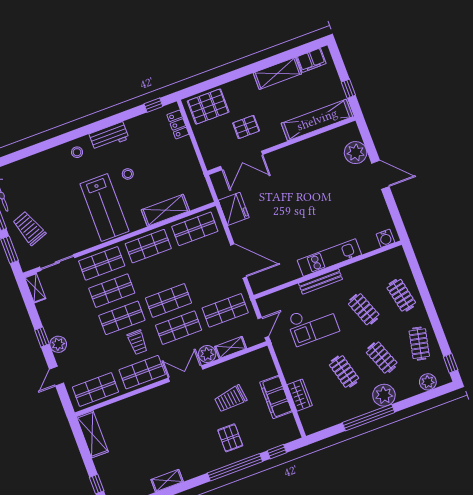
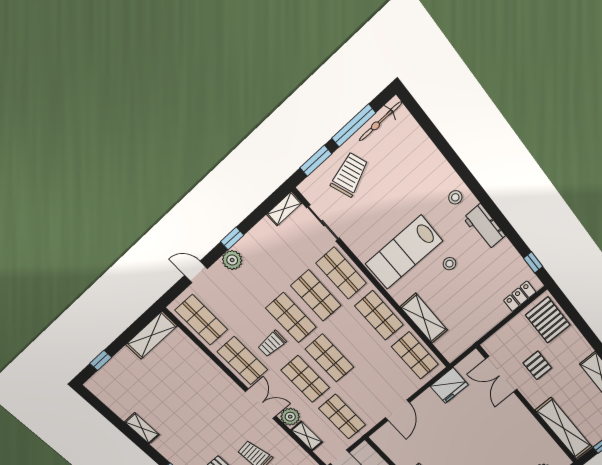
door: (238, 261) -> (397, 410), width x0.73

